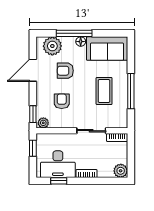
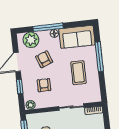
armchair: (65, 71) -> (44, 59), turned 69
window: (131, 91) -> (99, 57), moved
window: (33, 114) -> (20, 87), moved

